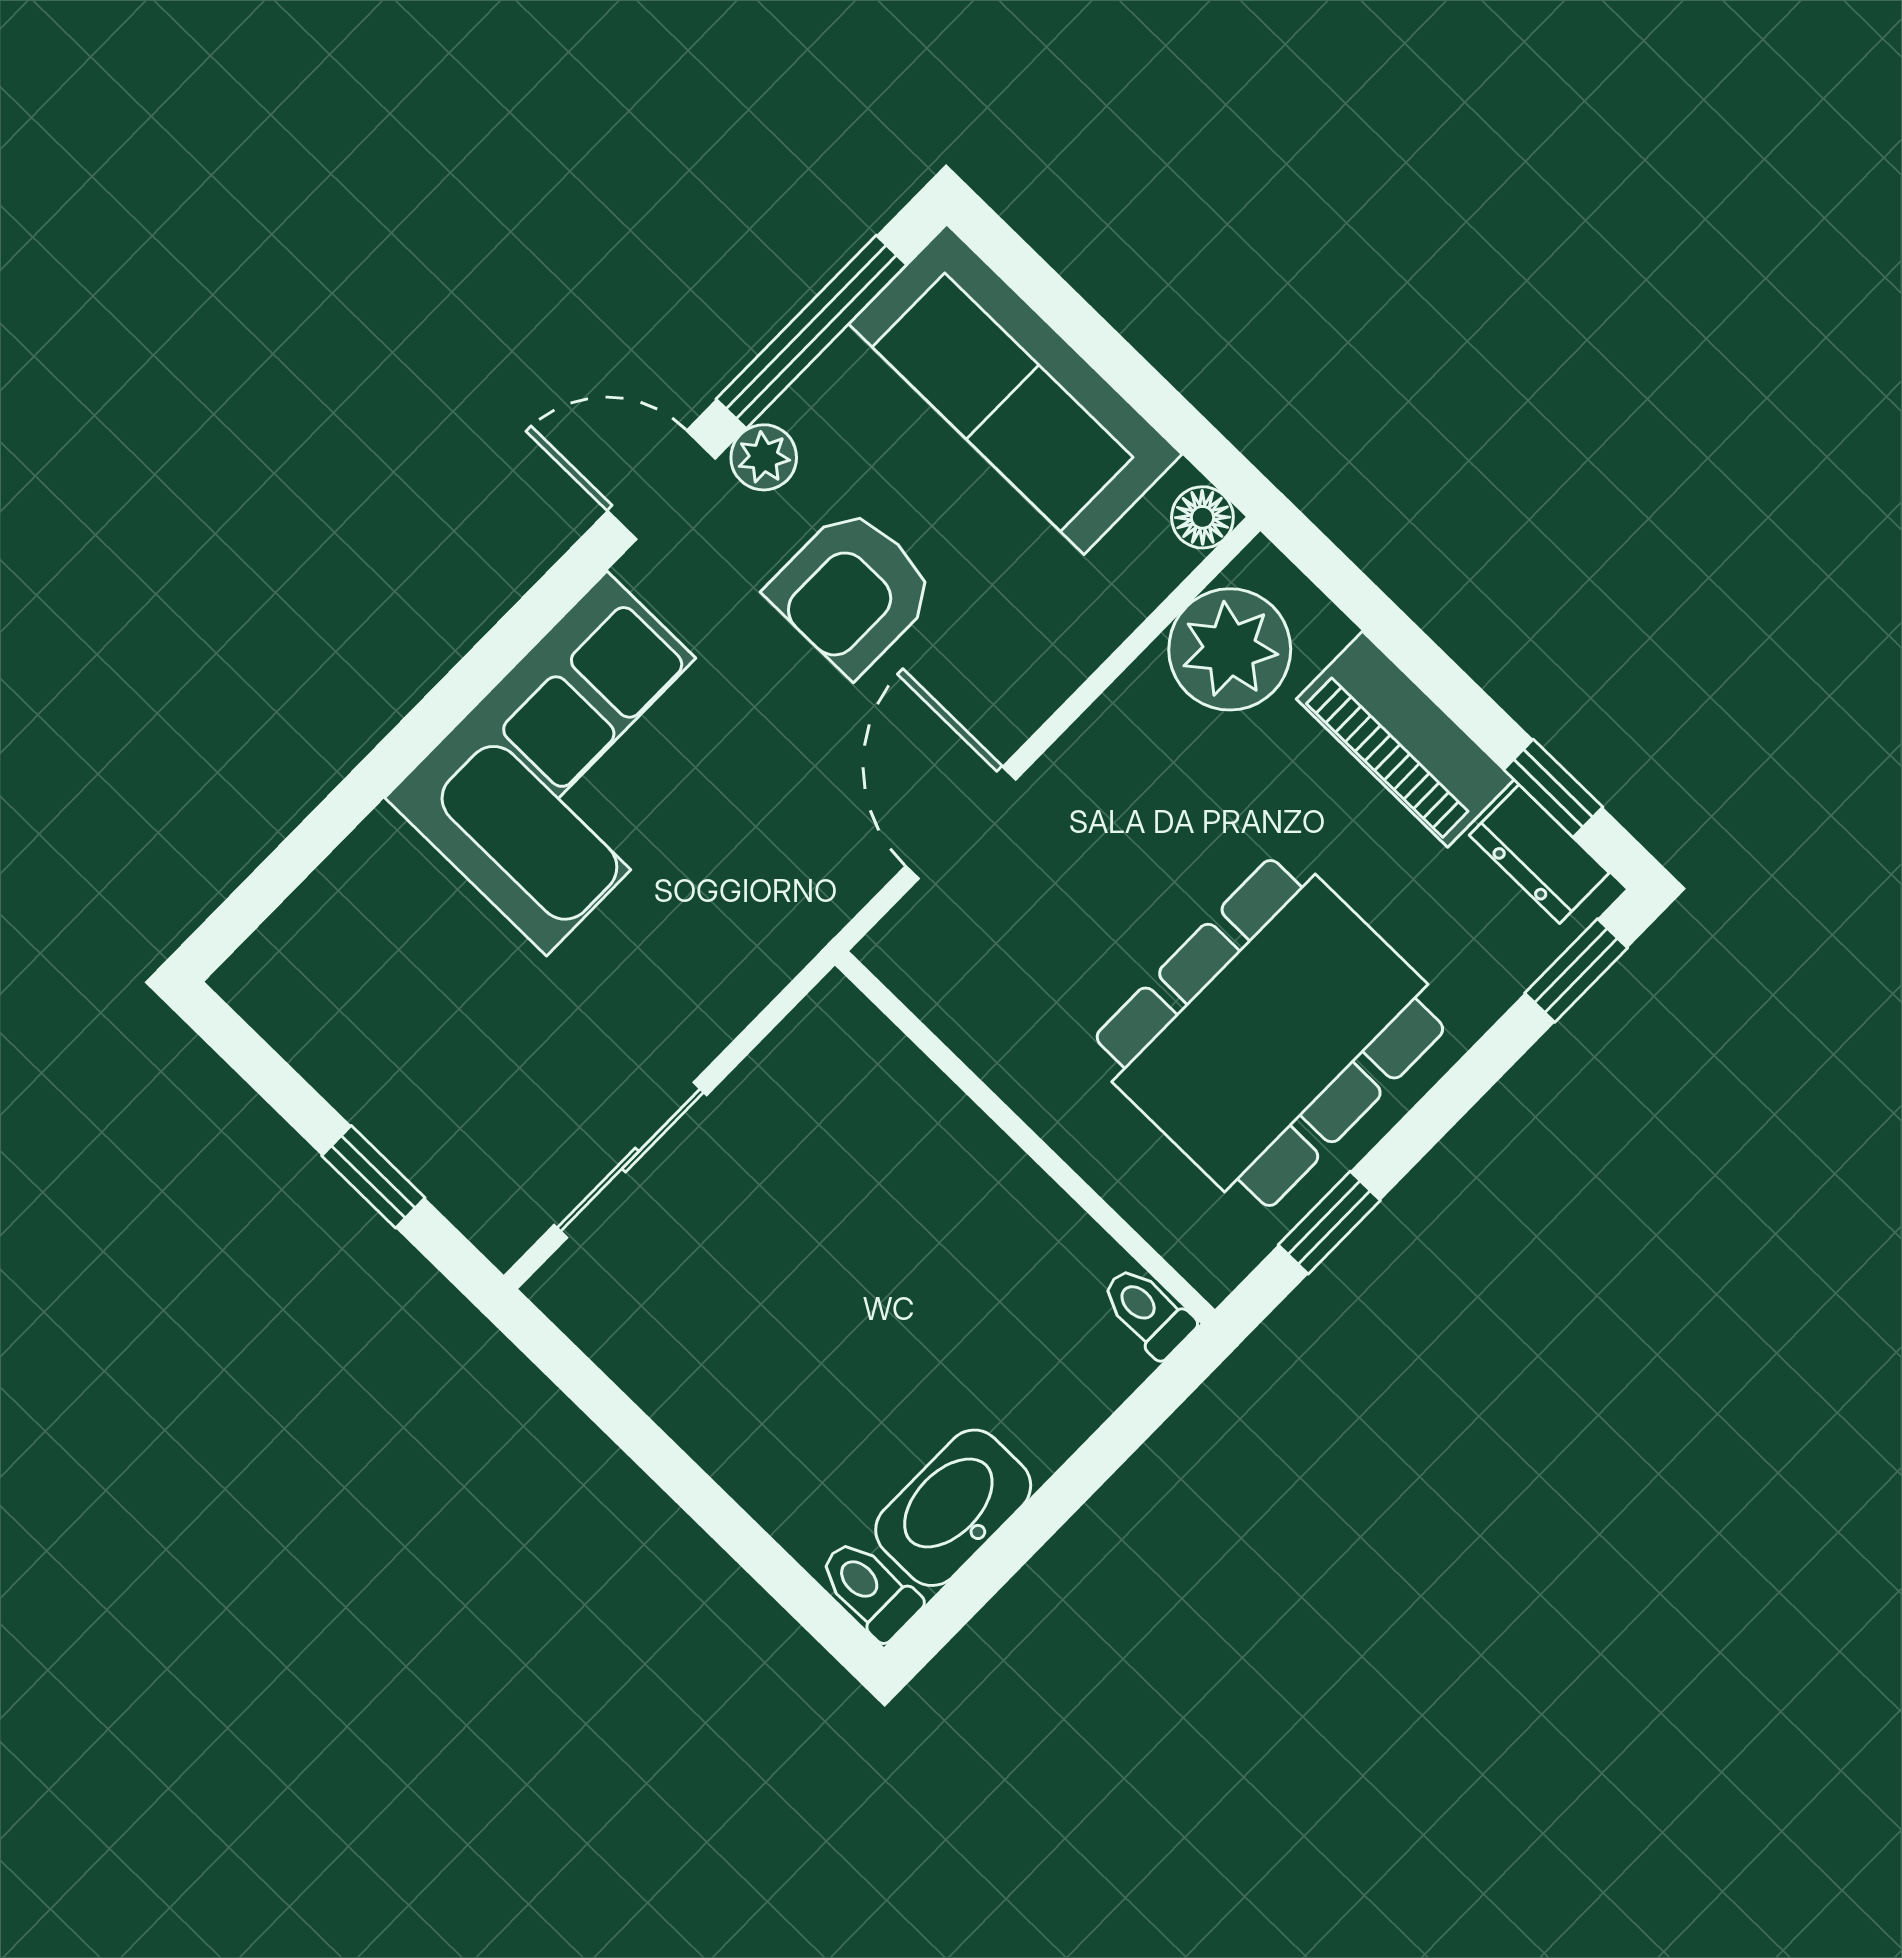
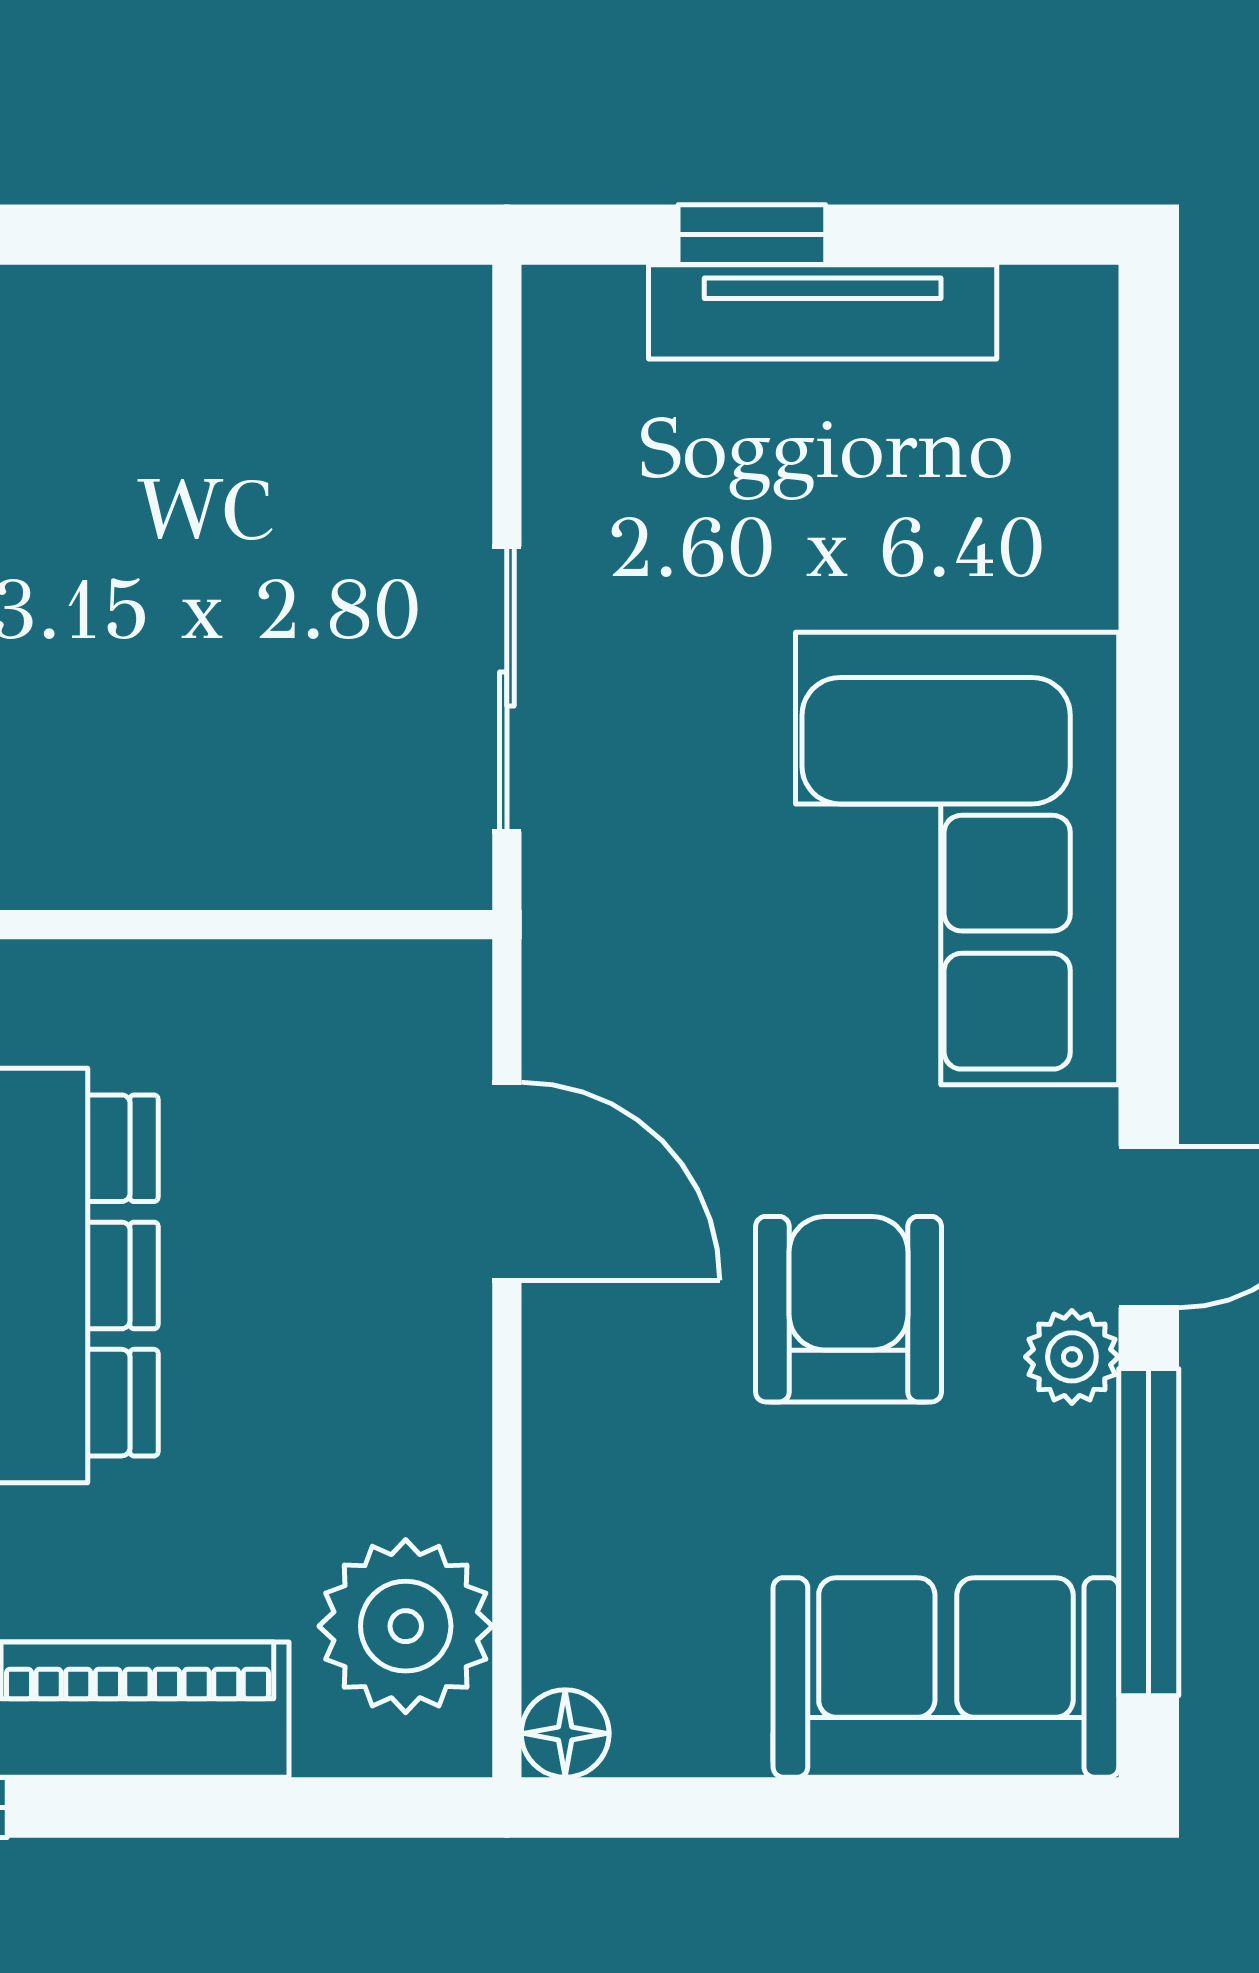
sofa: (1015, 389) -> (946, 1677), width x0.73
tv unit: (376, 1103) -> (823, 312), added
sliding door: (630, 1160) -> (507, 689), moved

